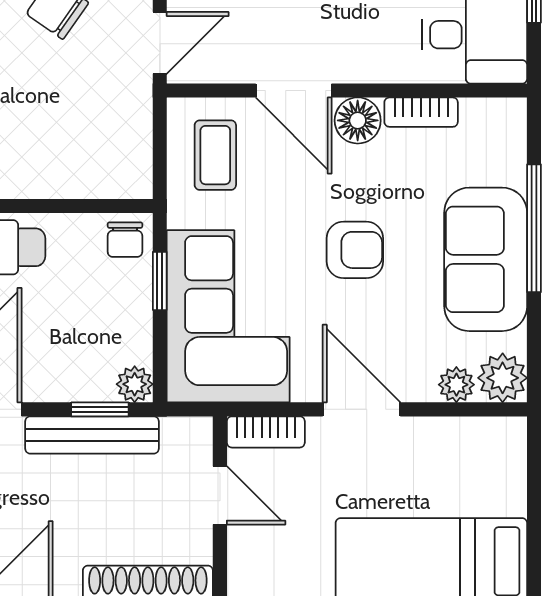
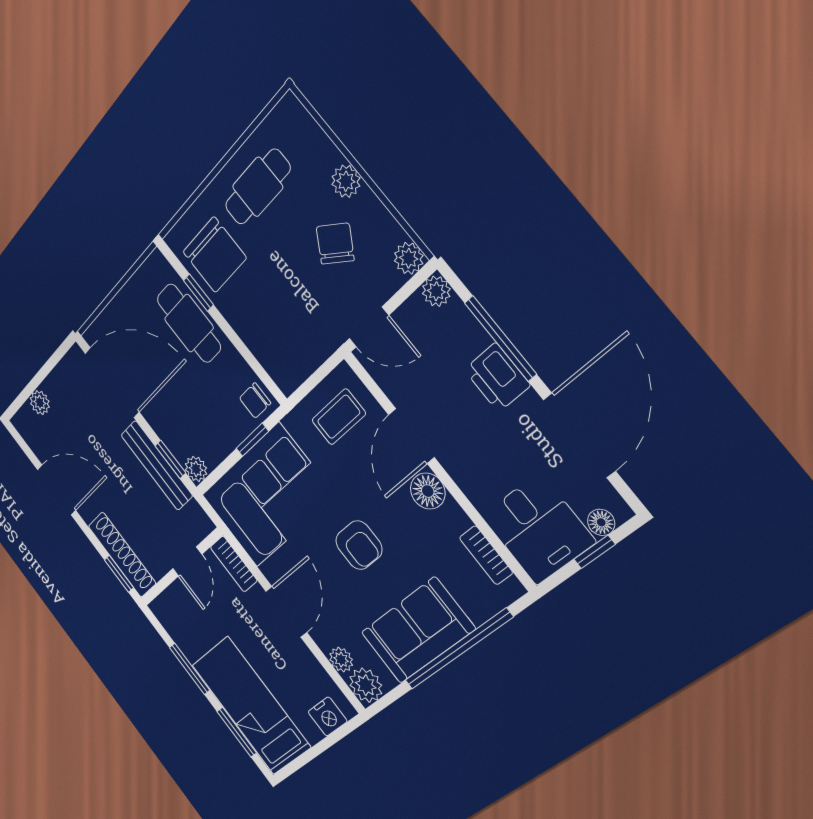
bookcase: (421, 112) -> (486, 555), moved
window: (534, 228) -> (458, 649), width x1.46
nightstand: (506, 462) -> (328, 716), added

